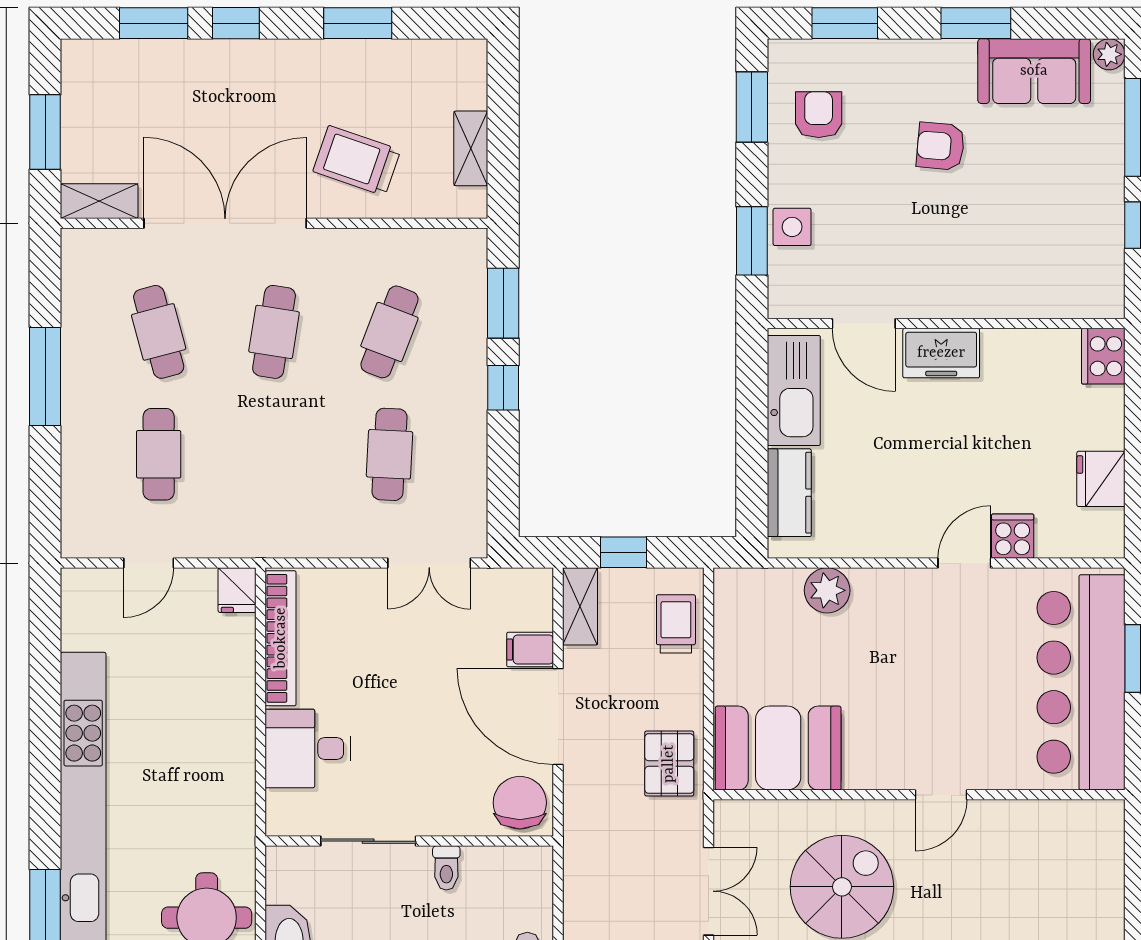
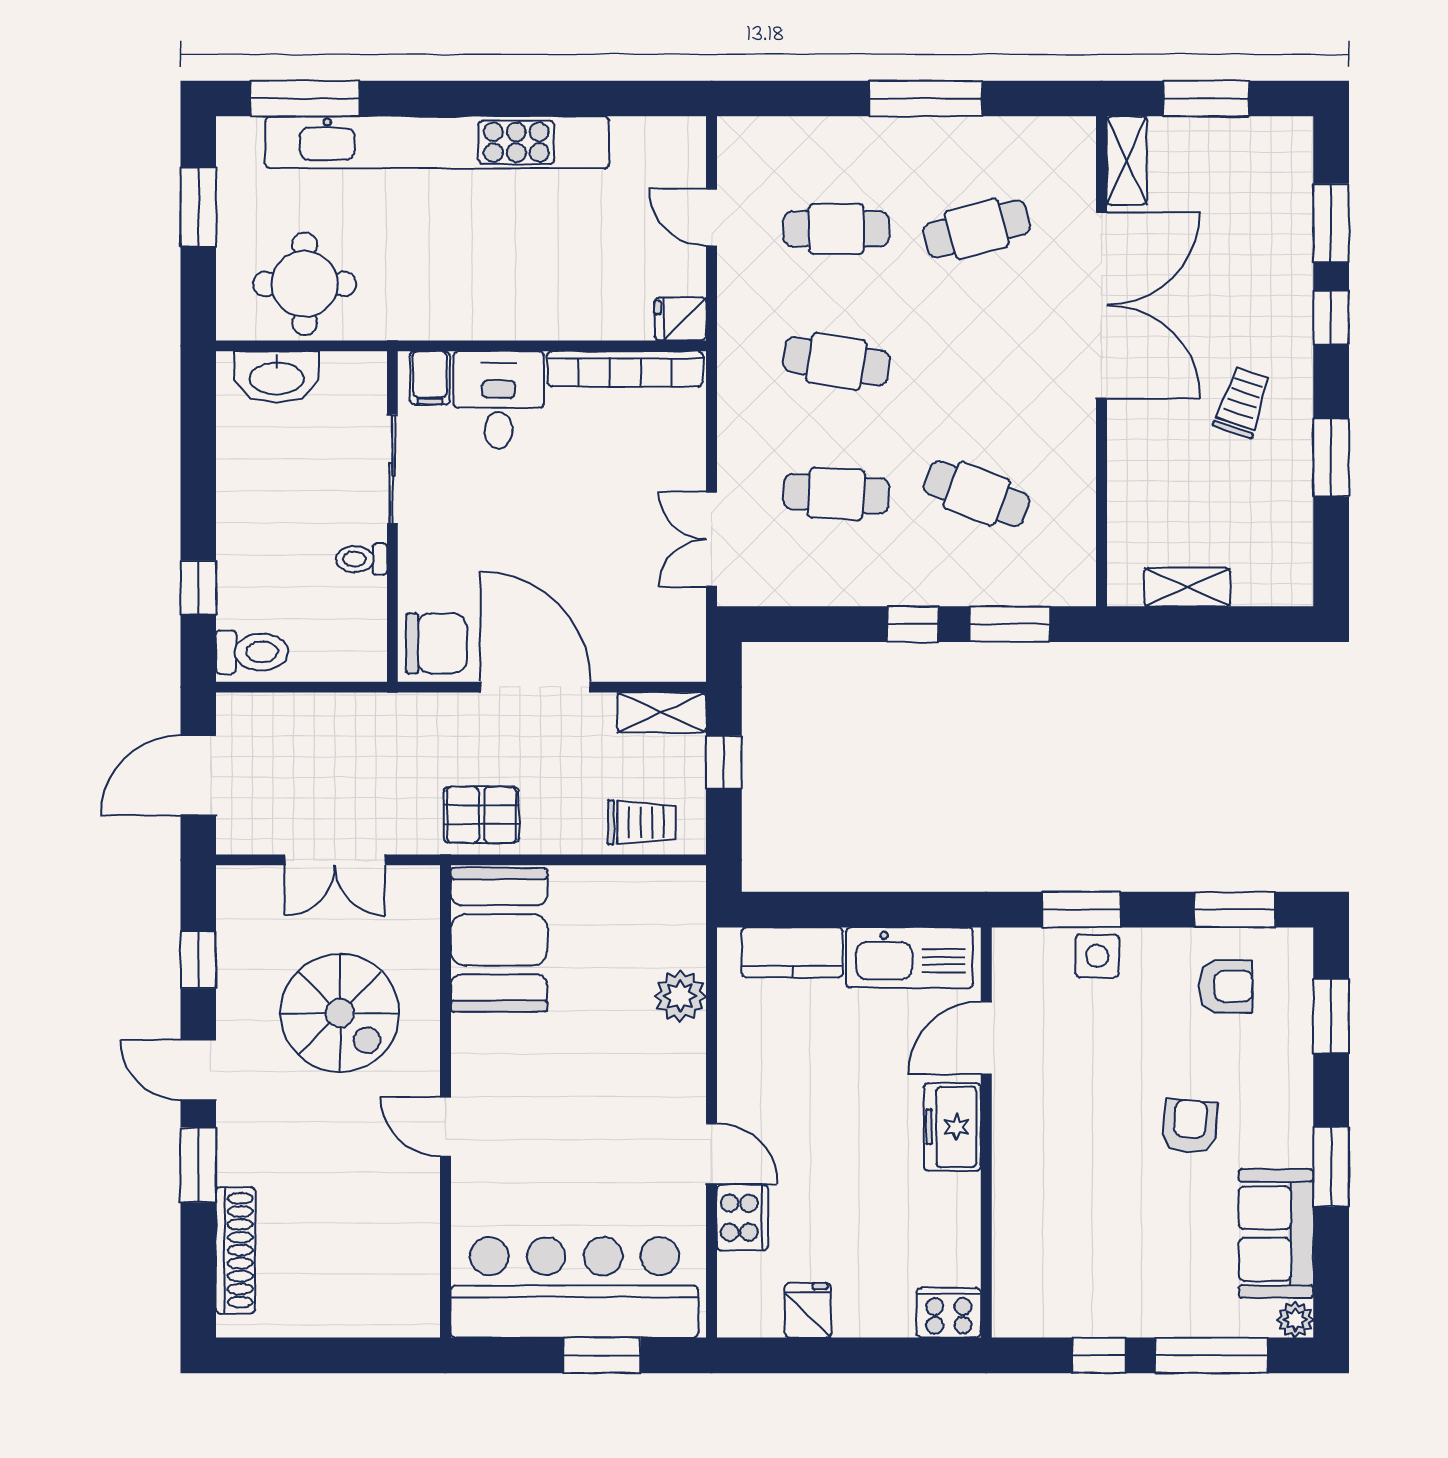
trolley: (357, 161) -> (1242, 402), moved, width x0.73, depth x0.72
cafe table: (274, 332) -> (836, 361), moved
fridge: (1101, 479) -> (808, 1310), width x0.72
cooker: (1013, 536) -> (742, 1218), width x1.36
filing cabinet: (530, 650) -> (430, 378), moved, turned 180
door: (558, 716) -> (535, 687), hinge flipped

